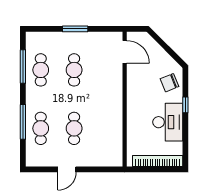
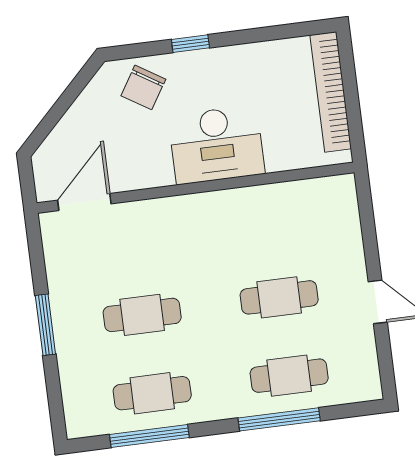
chair: (170, 83) -> (143, 87), turned 54
desk: (168, 122) -> (216, 145), moved, turned 180

